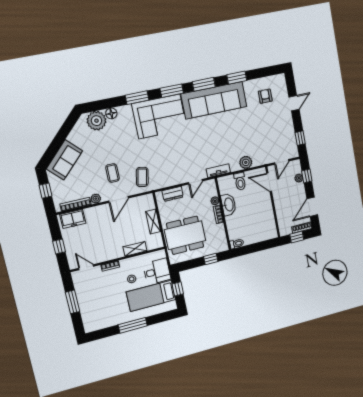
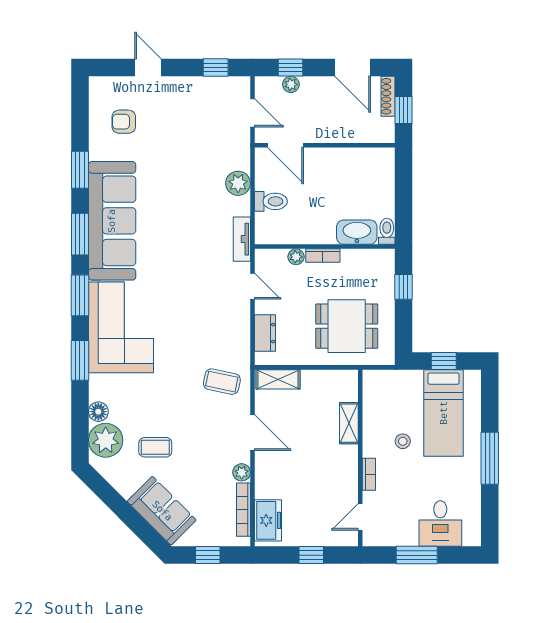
coffee table: (113, 173) -> (155, 447), moved
door: (269, 182) -> (286, 145), hinge flipped
washbasin: (229, 205) -> (357, 232), moved
shelving: (153, 221) -> (278, 379), moved
dining table: (185, 235) -> (347, 326), width x0.73
desk: (157, 272) -> (440, 523), moved, turned 180

